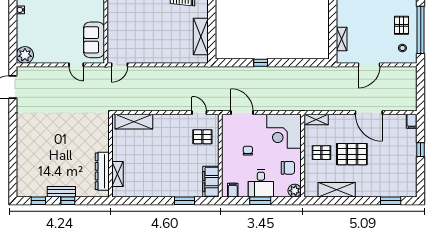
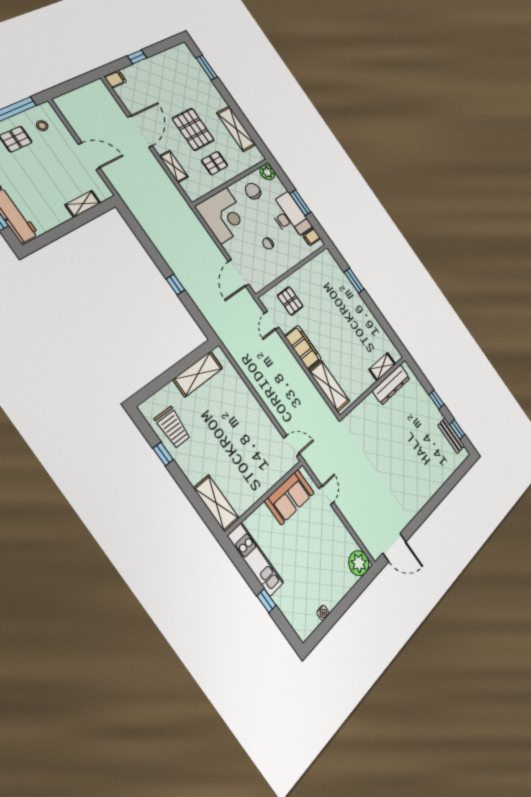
shelving: (316, 119) -> (174, 167), moved
pallet: (321, 153) -> (215, 163), turned 90
filing cabinet: (211, 182) -> (303, 347), moved, turned -90
desk: (261, 184) -> (289, 216), width x1.37
bench: (61, 192) -> (451, 436), moved

